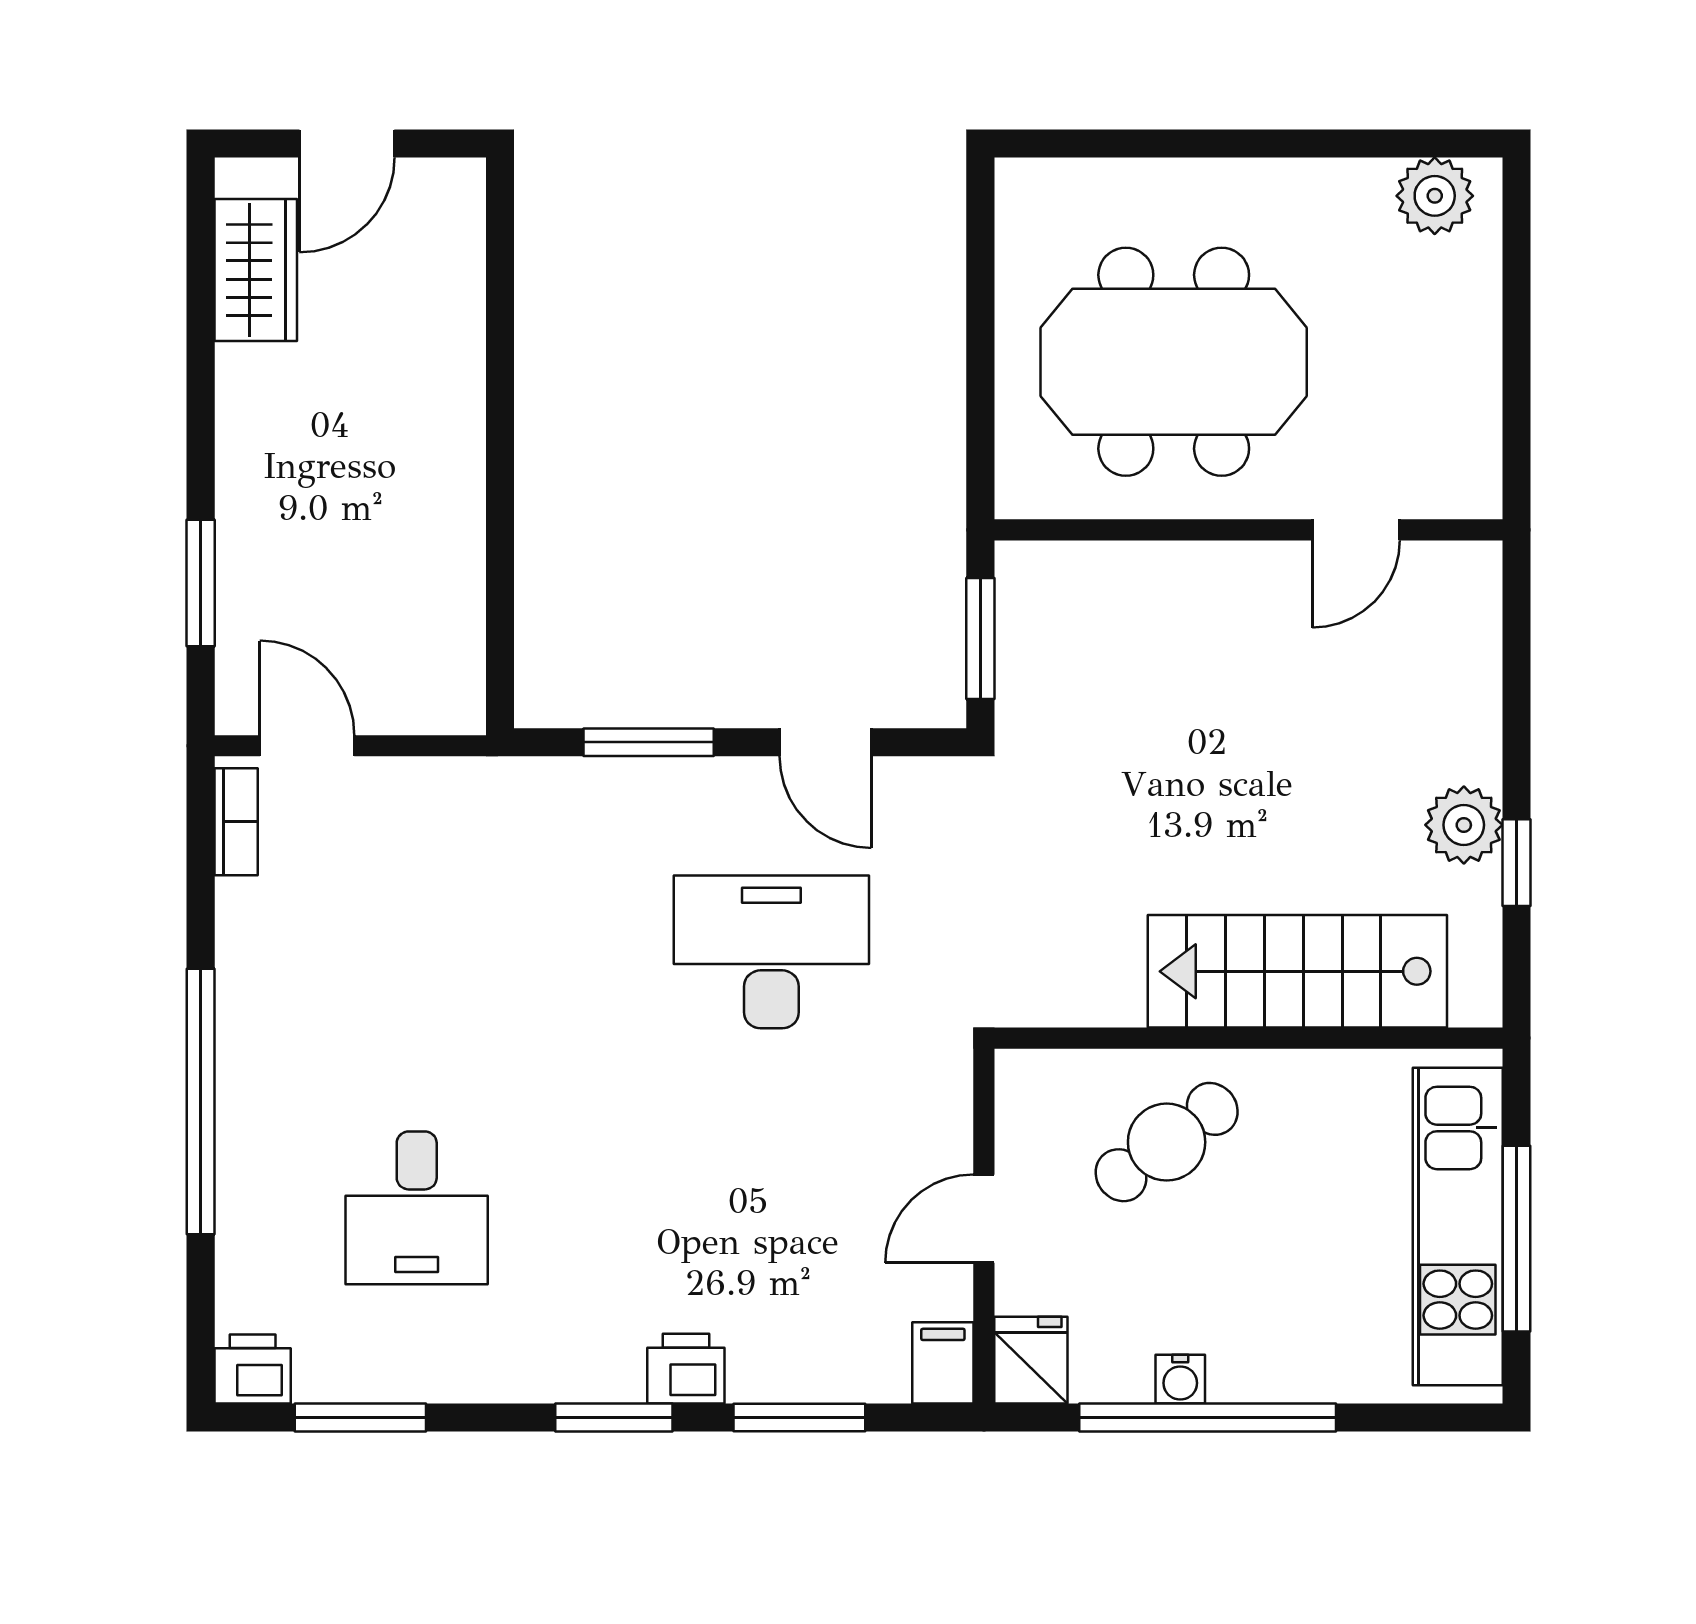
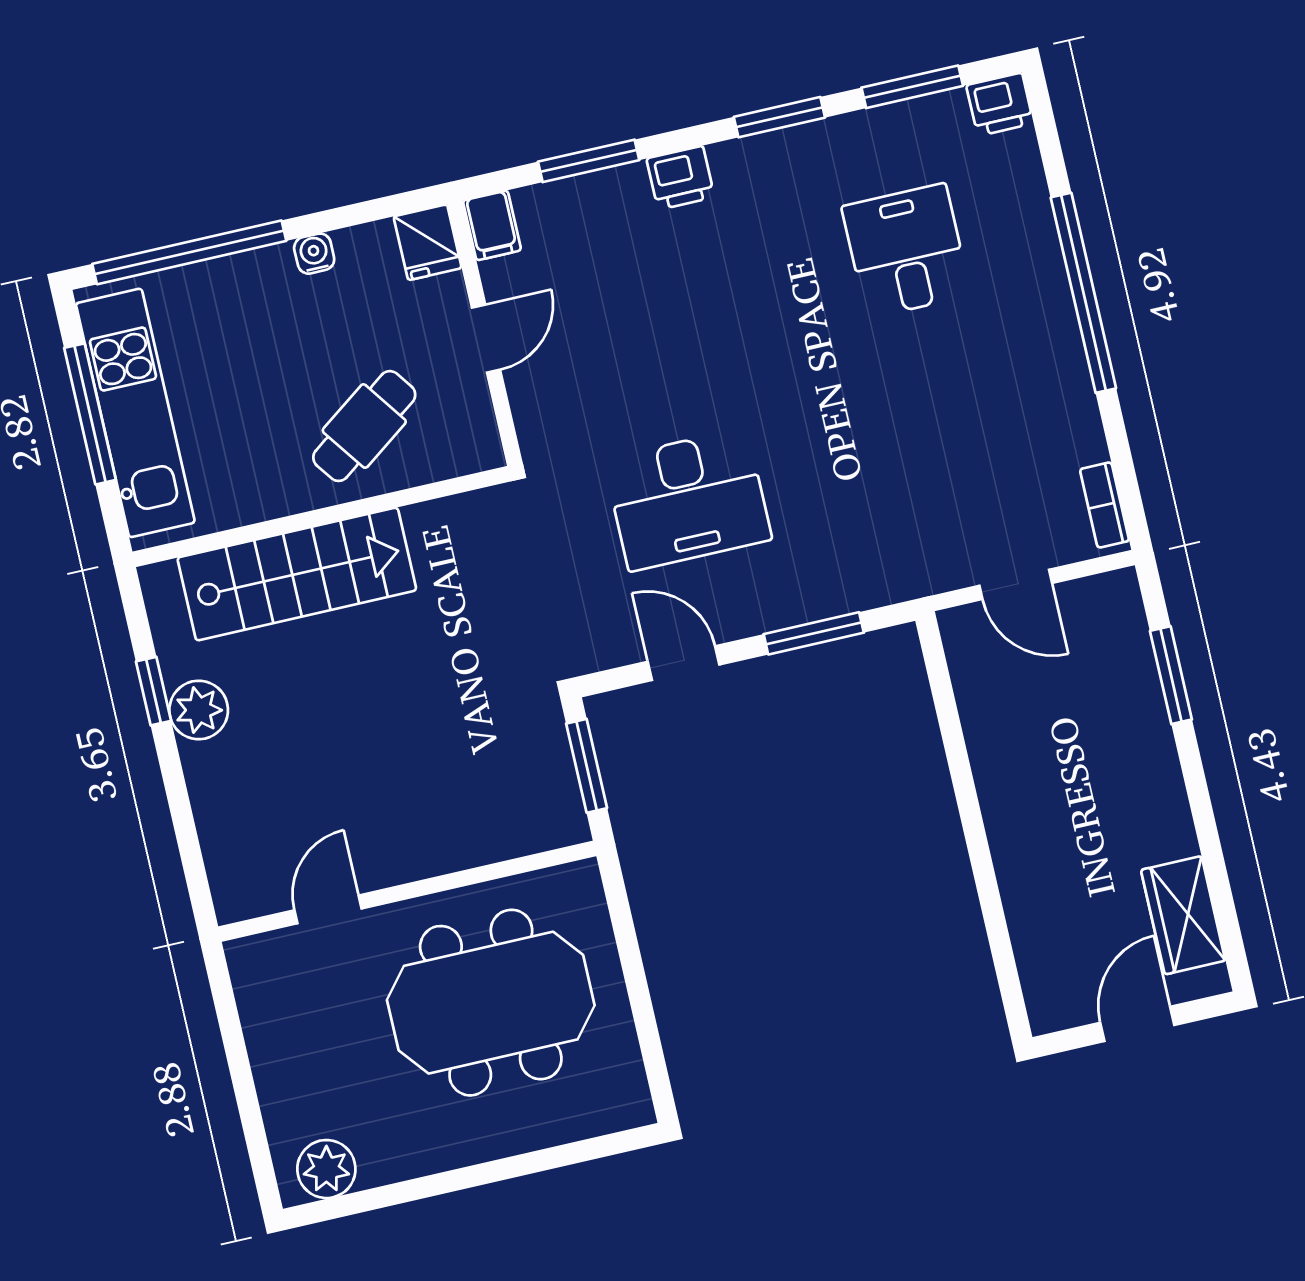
door: (307, 746) -> (1016, 584), moved
window: (614, 1418) -> (779, 117), moved
window: (1208, 1418) -> (189, 252), moved

